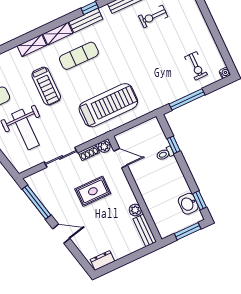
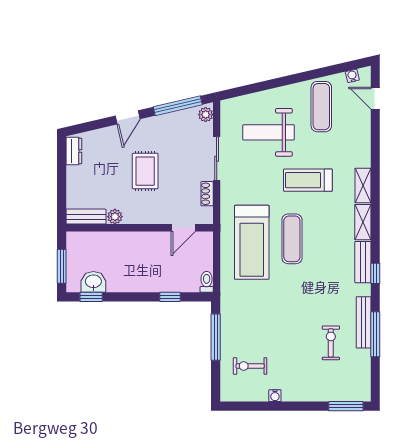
exercise mat: (79, 56) -> (292, 239), moved
water cooler: (225, 73) -> (275, 396), moved
plant: (104, 147) -> (206, 115), moved
toilet: (165, 154) -> (207, 282), moved
rug: (93, 191) -> (145, 171), moved

